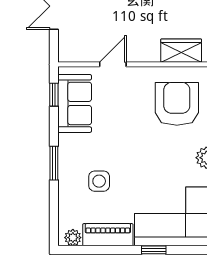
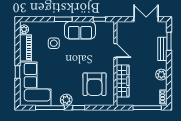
wardrobe: (181, 51) -> (123, 81), width x1.50
sofa: (75, 103) -> (80, 30), moved
armchair: (177, 104) -> (95, 84), turned 90

